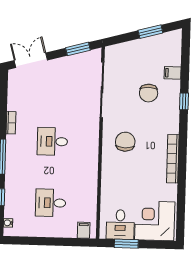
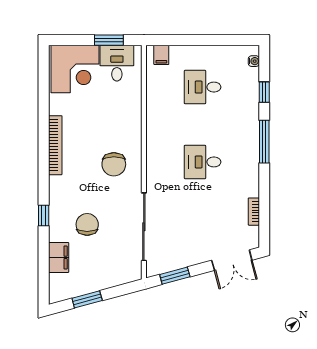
filing cabinet: (173, 73) -> (59, 257), width x2.00
bookcase: (11, 123) -> (254, 212), moved
desk: (52, 141) -> (203, 162), turned 180
desk: (51, 203) -> (203, 87), turned 180

